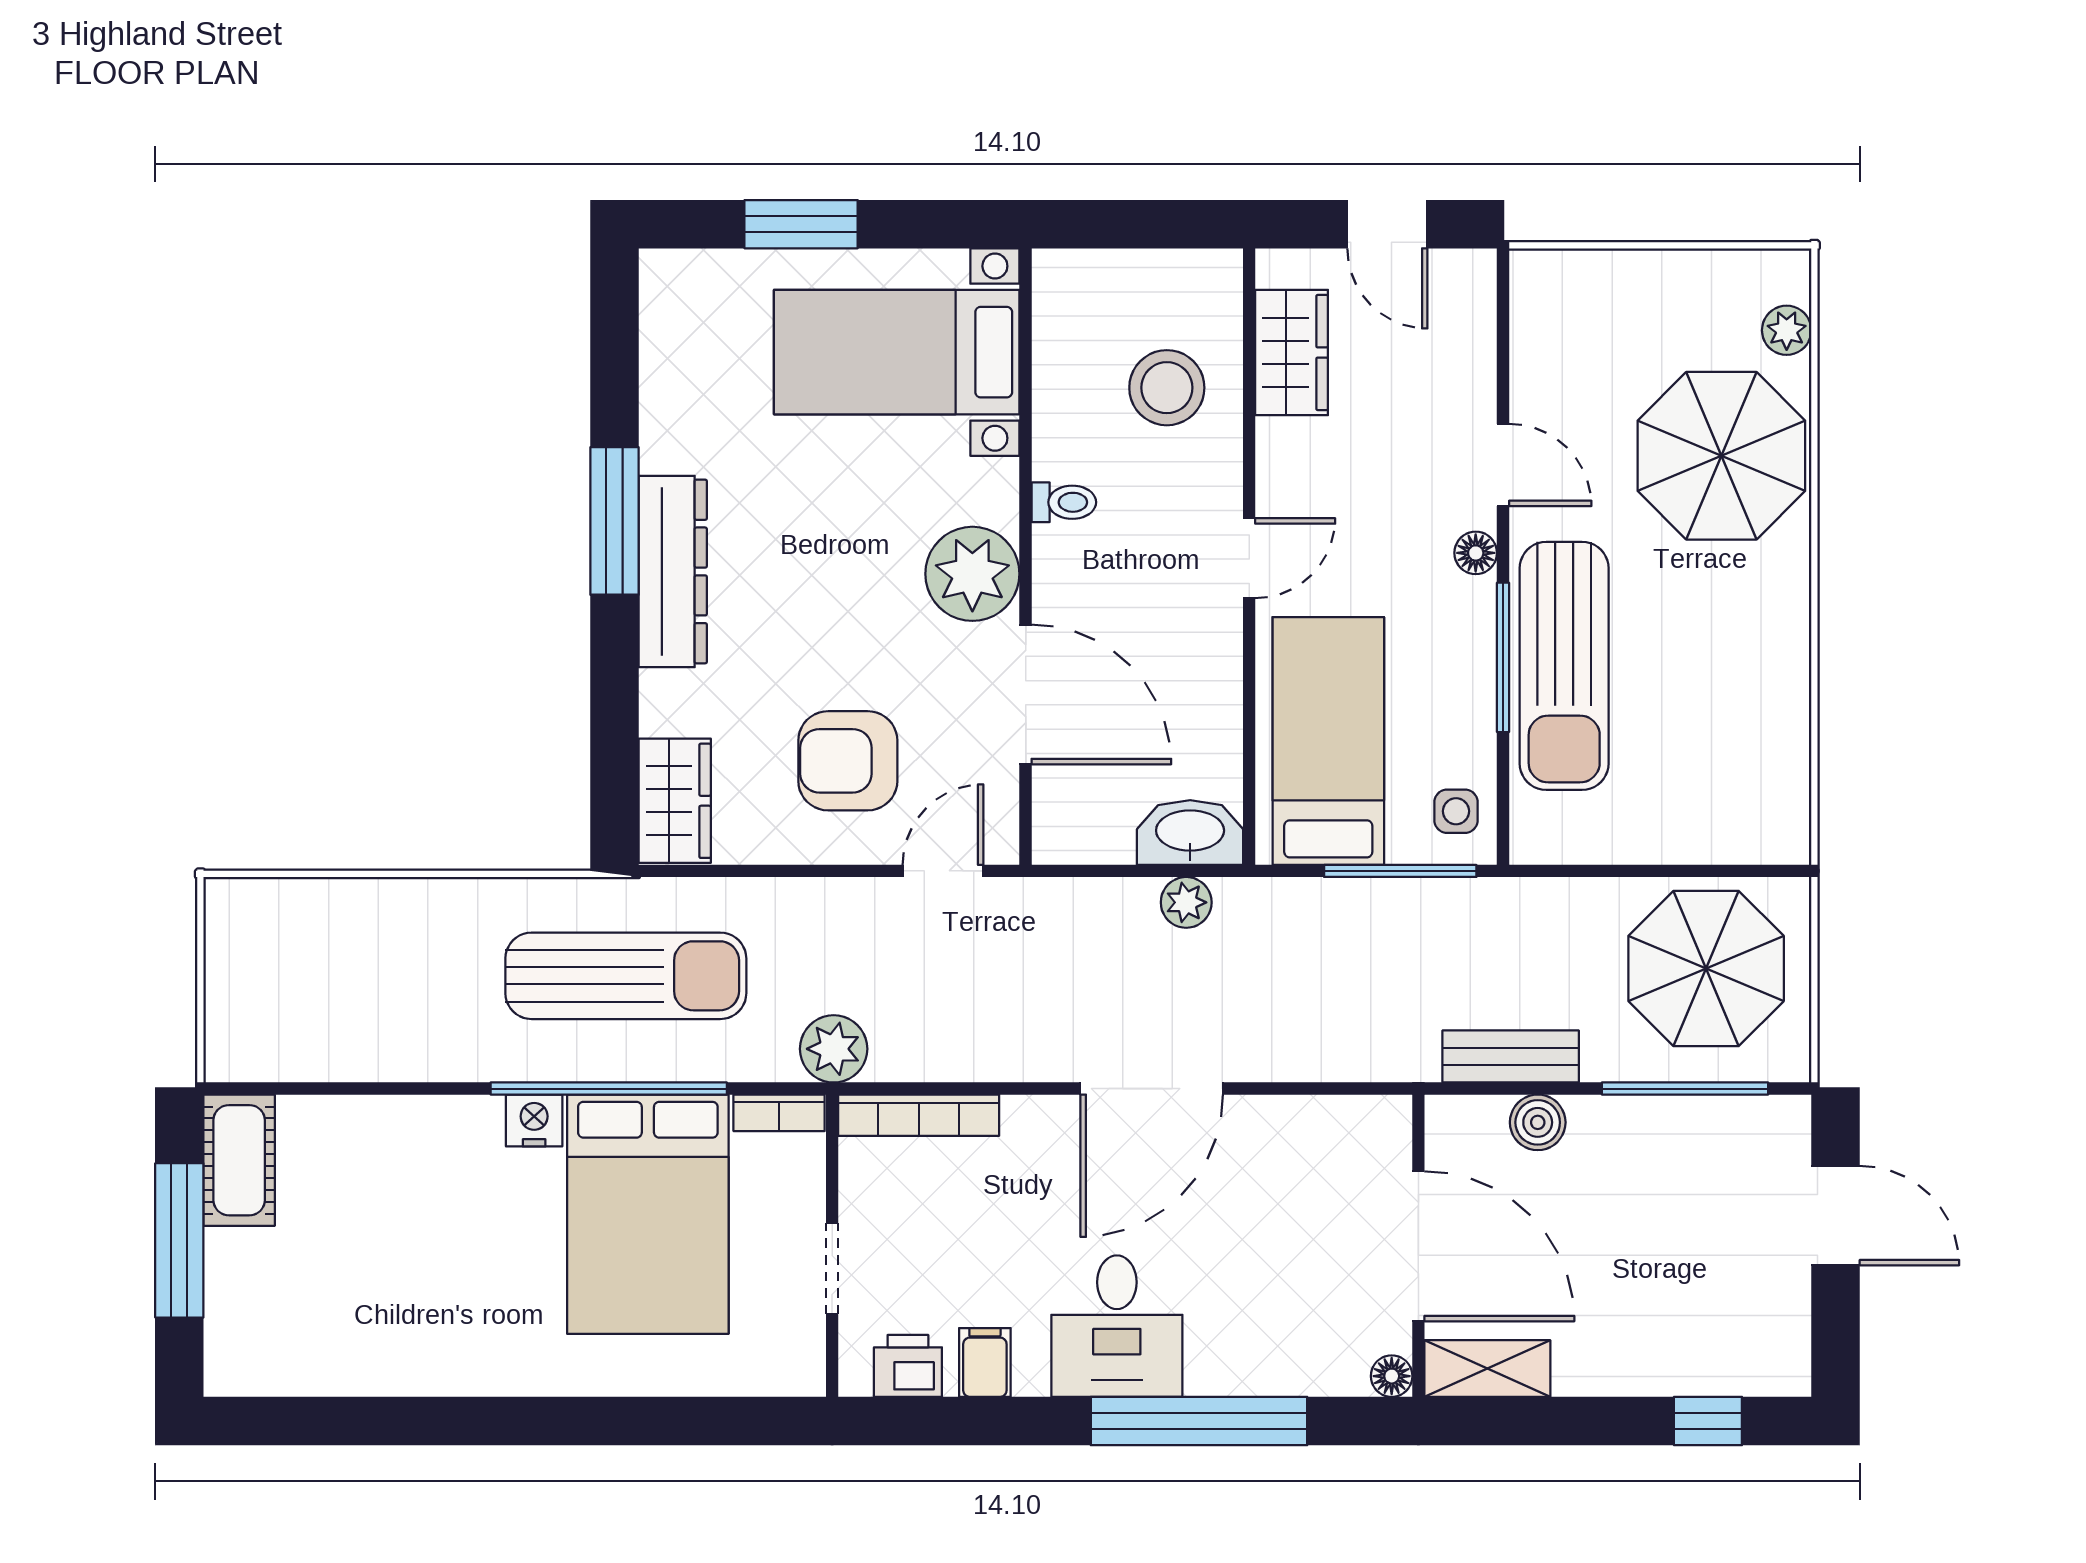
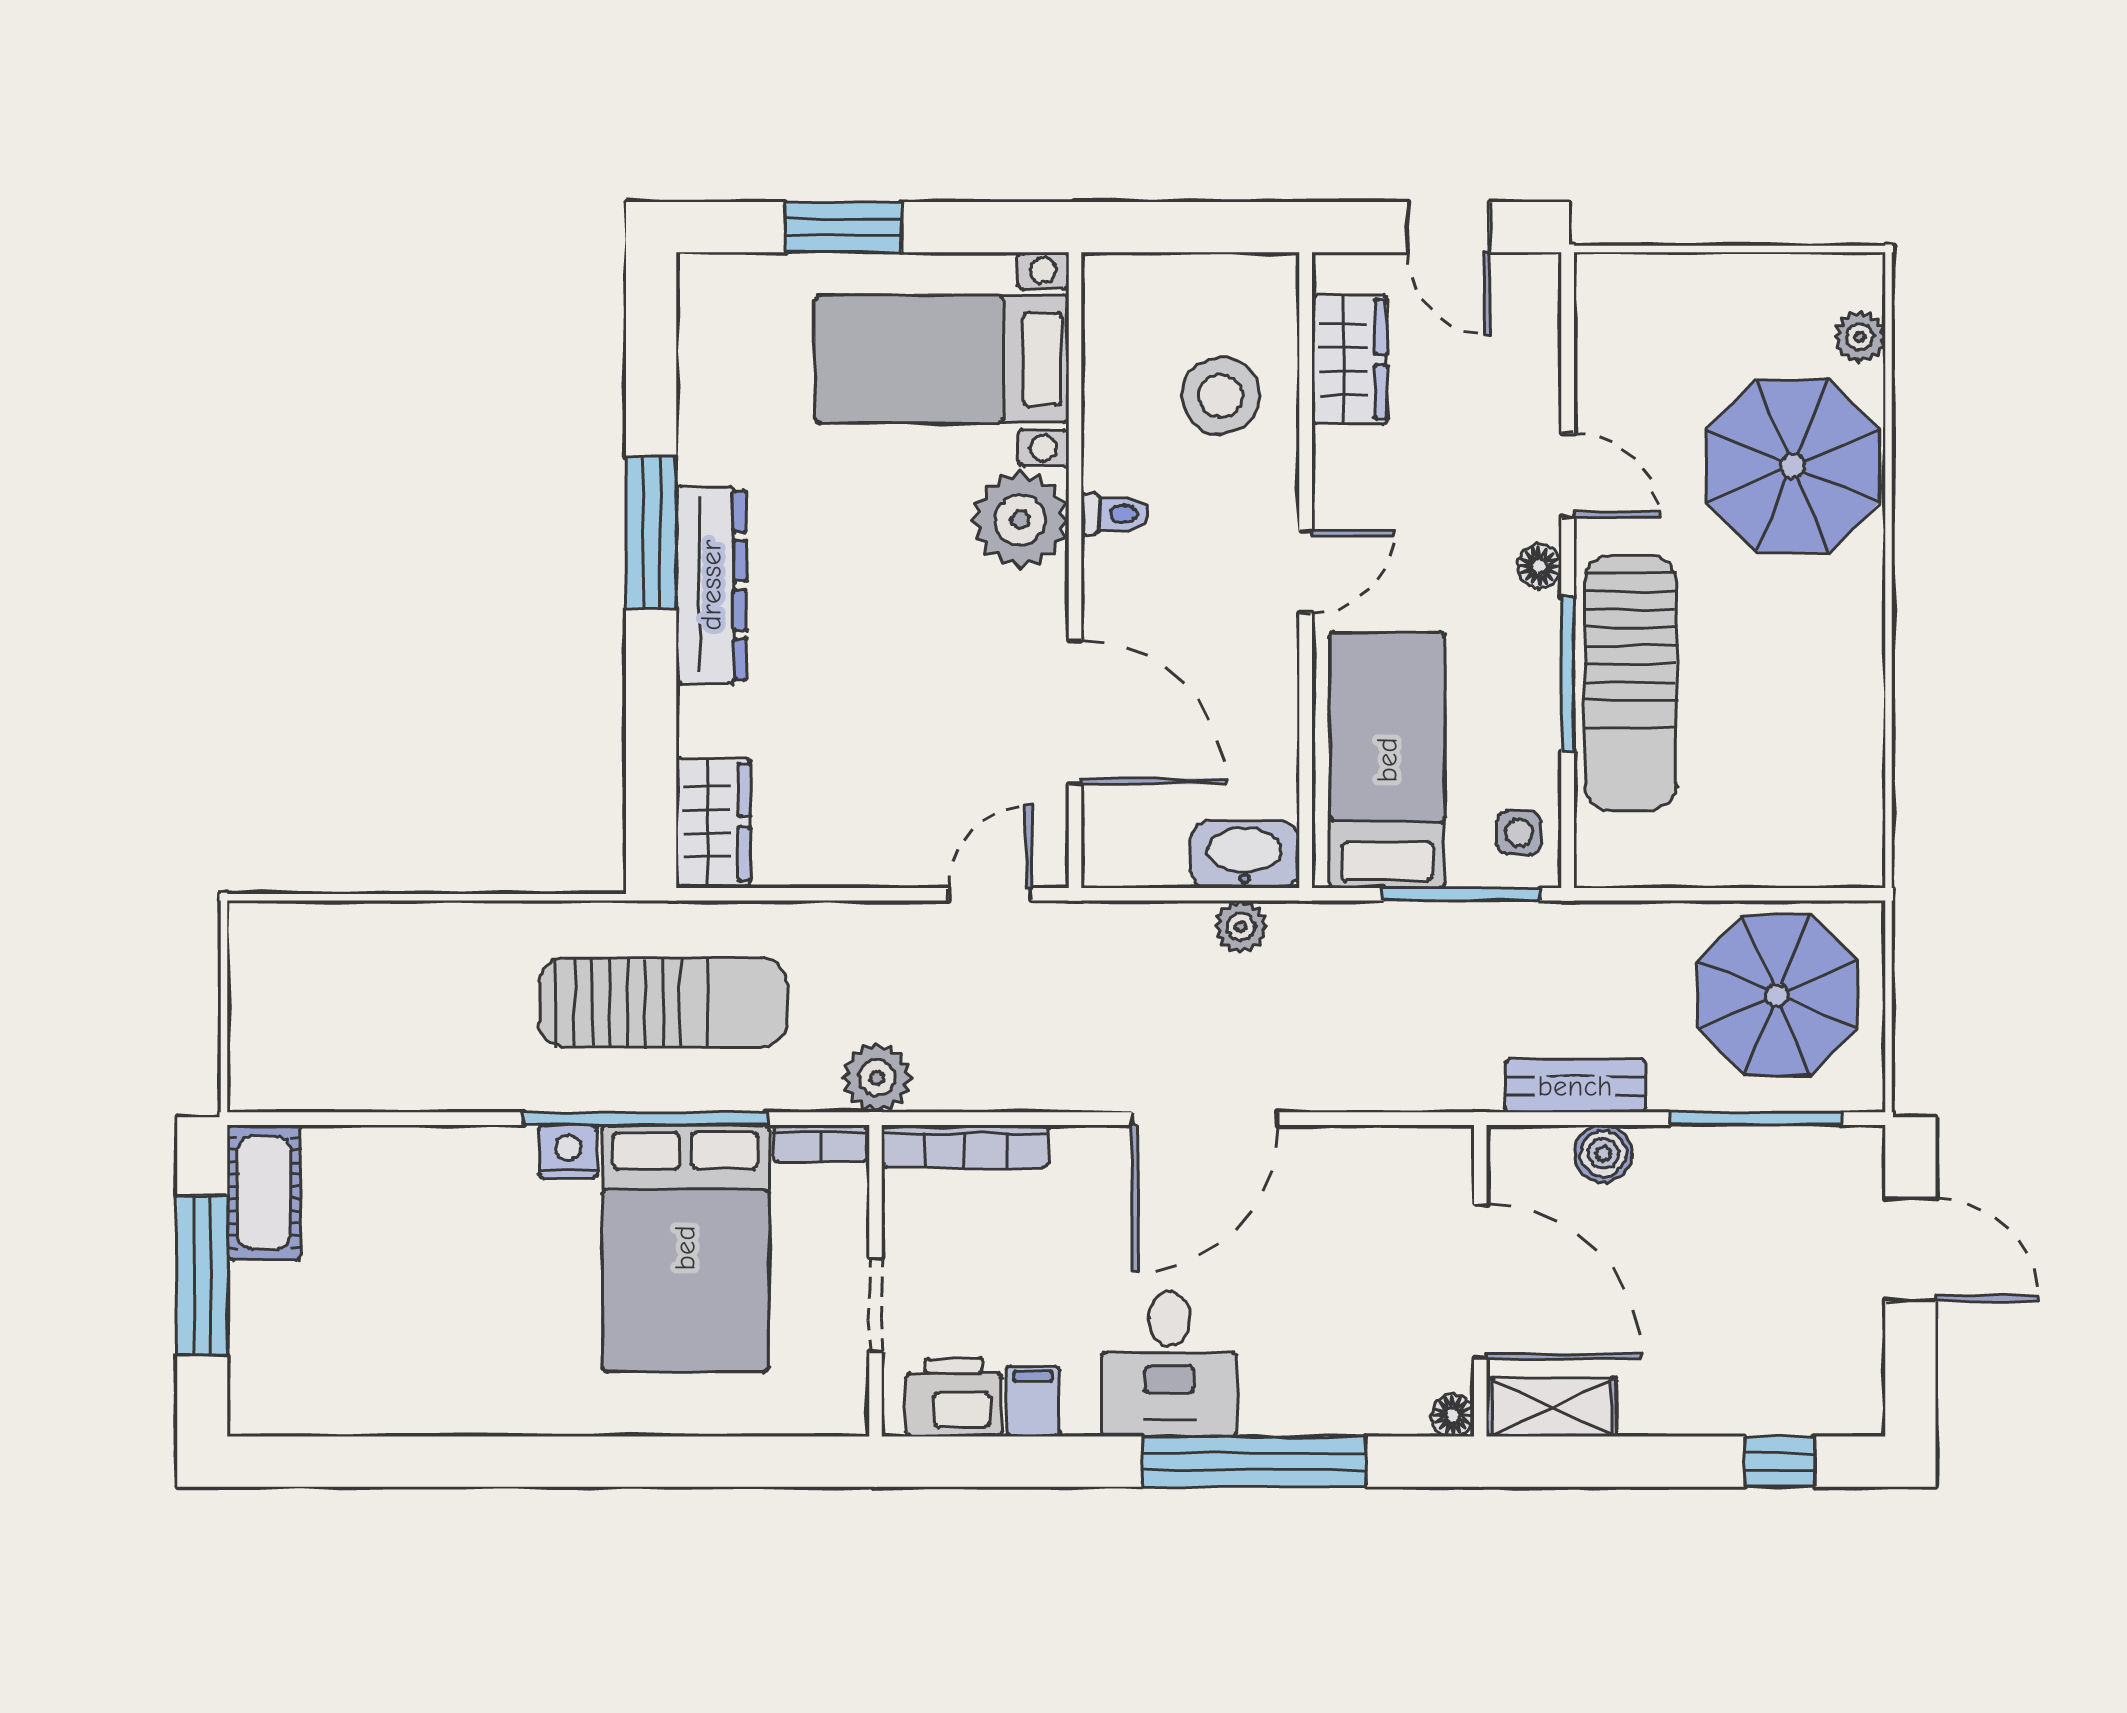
plant: (972, 574) -> (1020, 520), moved
armchair: (848, 761) -> (892, 781), removed
printer: (908, 1366) -> (954, 1397), width x1.36, depth x1.24

